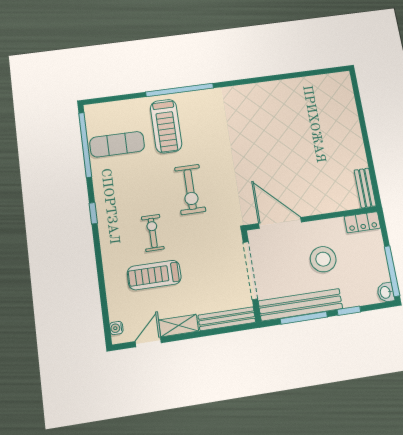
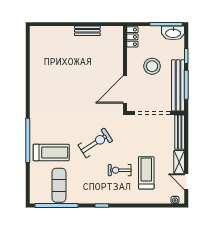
bench: (365, 188) -> (87, 31), moved
exercise bike: (190, 189) -> (95, 143), turned -33
treadmill: (154, 275) -> (146, 173), turned 180
washbasin: (386, 292) -> (173, 33), width x1.91, depth x1.45

